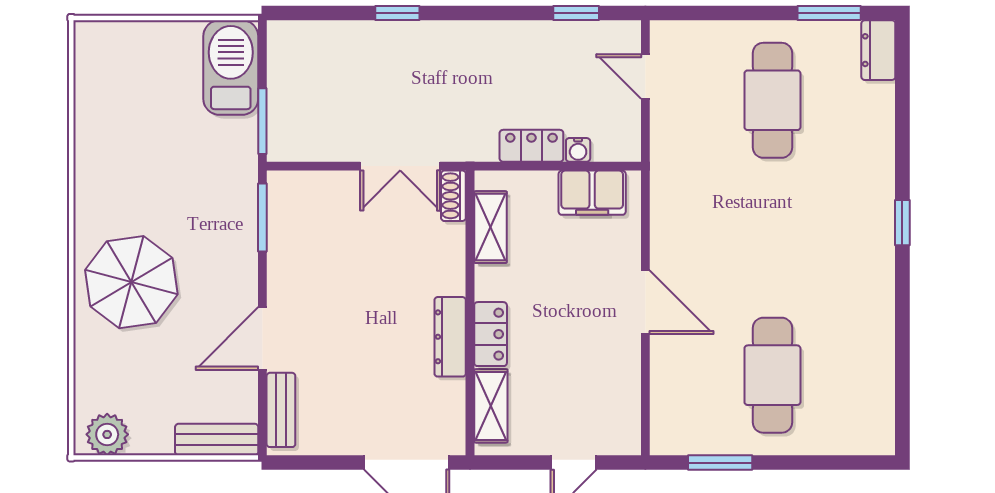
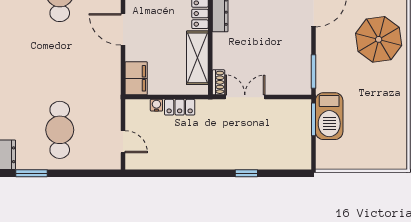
window: (576, 13) -> (157, 173), removed
barbecue: (231, 68) -> (329, 116), moved
filing cabinet: (592, 193) -> (136, 78), moved, turned 90
shelving: (491, 227) -> (197, 58), width x1.50, depth x1.33

